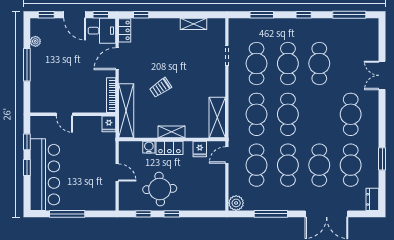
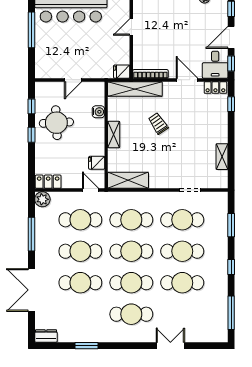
locker: (169, 148) -> (48, 182), moved, turned 90
cafe table: (351, 165) -> (131, 283), moved

